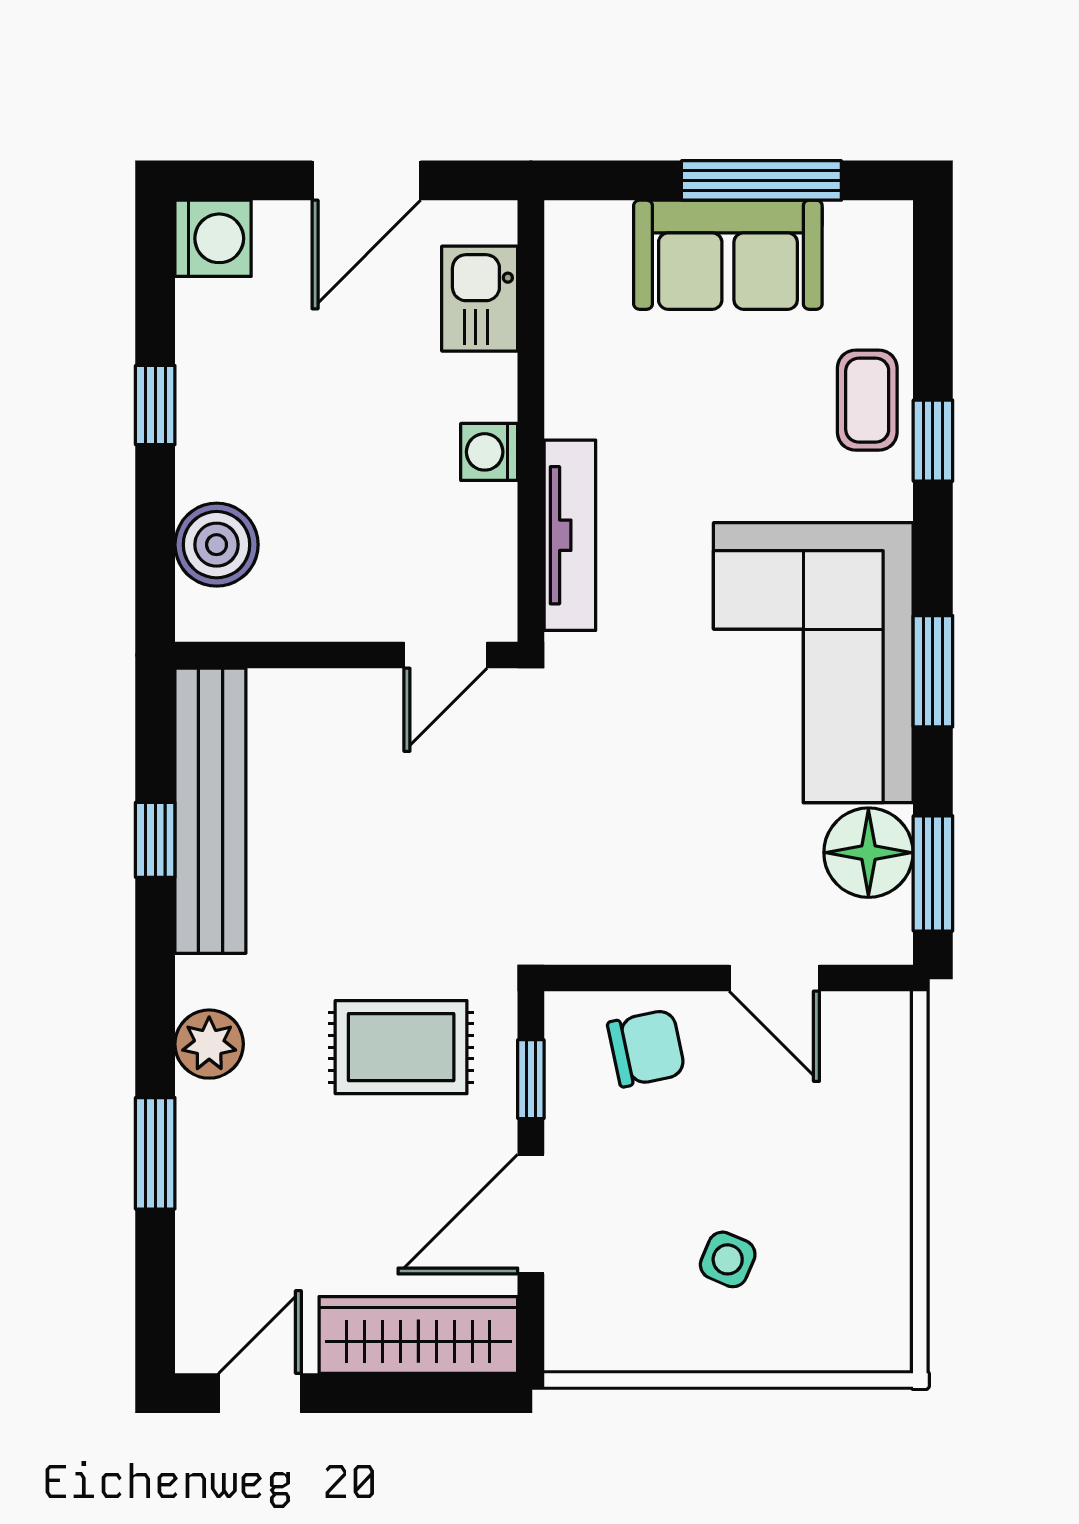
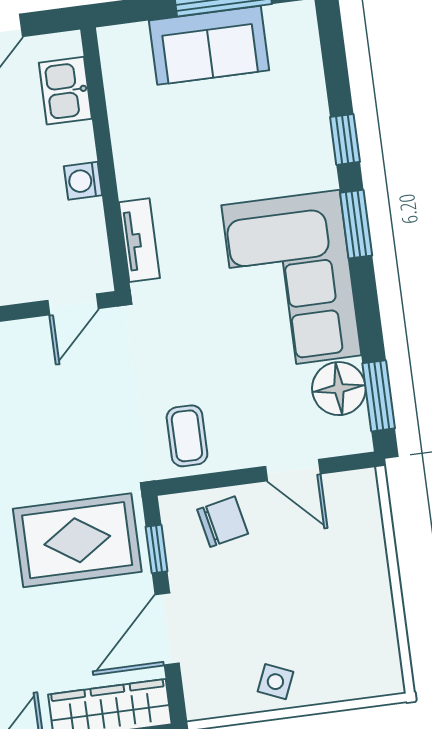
coffee table: (867, 400) -> (187, 436), moved
tv unit: (570, 535) -> (139, 240), width x0.71
window: (933, 671) -> (356, 224), moved
rug: (401, 1047) -> (77, 540), width x1.36, depth x1.43
side table: (728, 1259) -> (275, 682), moved

